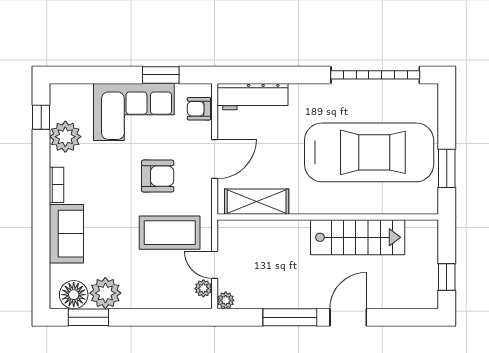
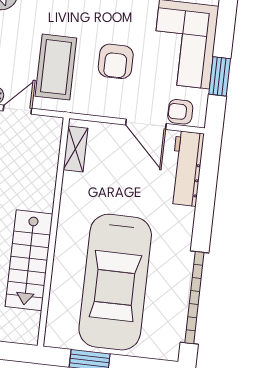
armchair: (199, 109) -> (180, 112), turned -90
door: (215, 159) -> (146, 124), moved
shelving: (257, 202) -> (76, 149), width x0.67, depth x0.75

